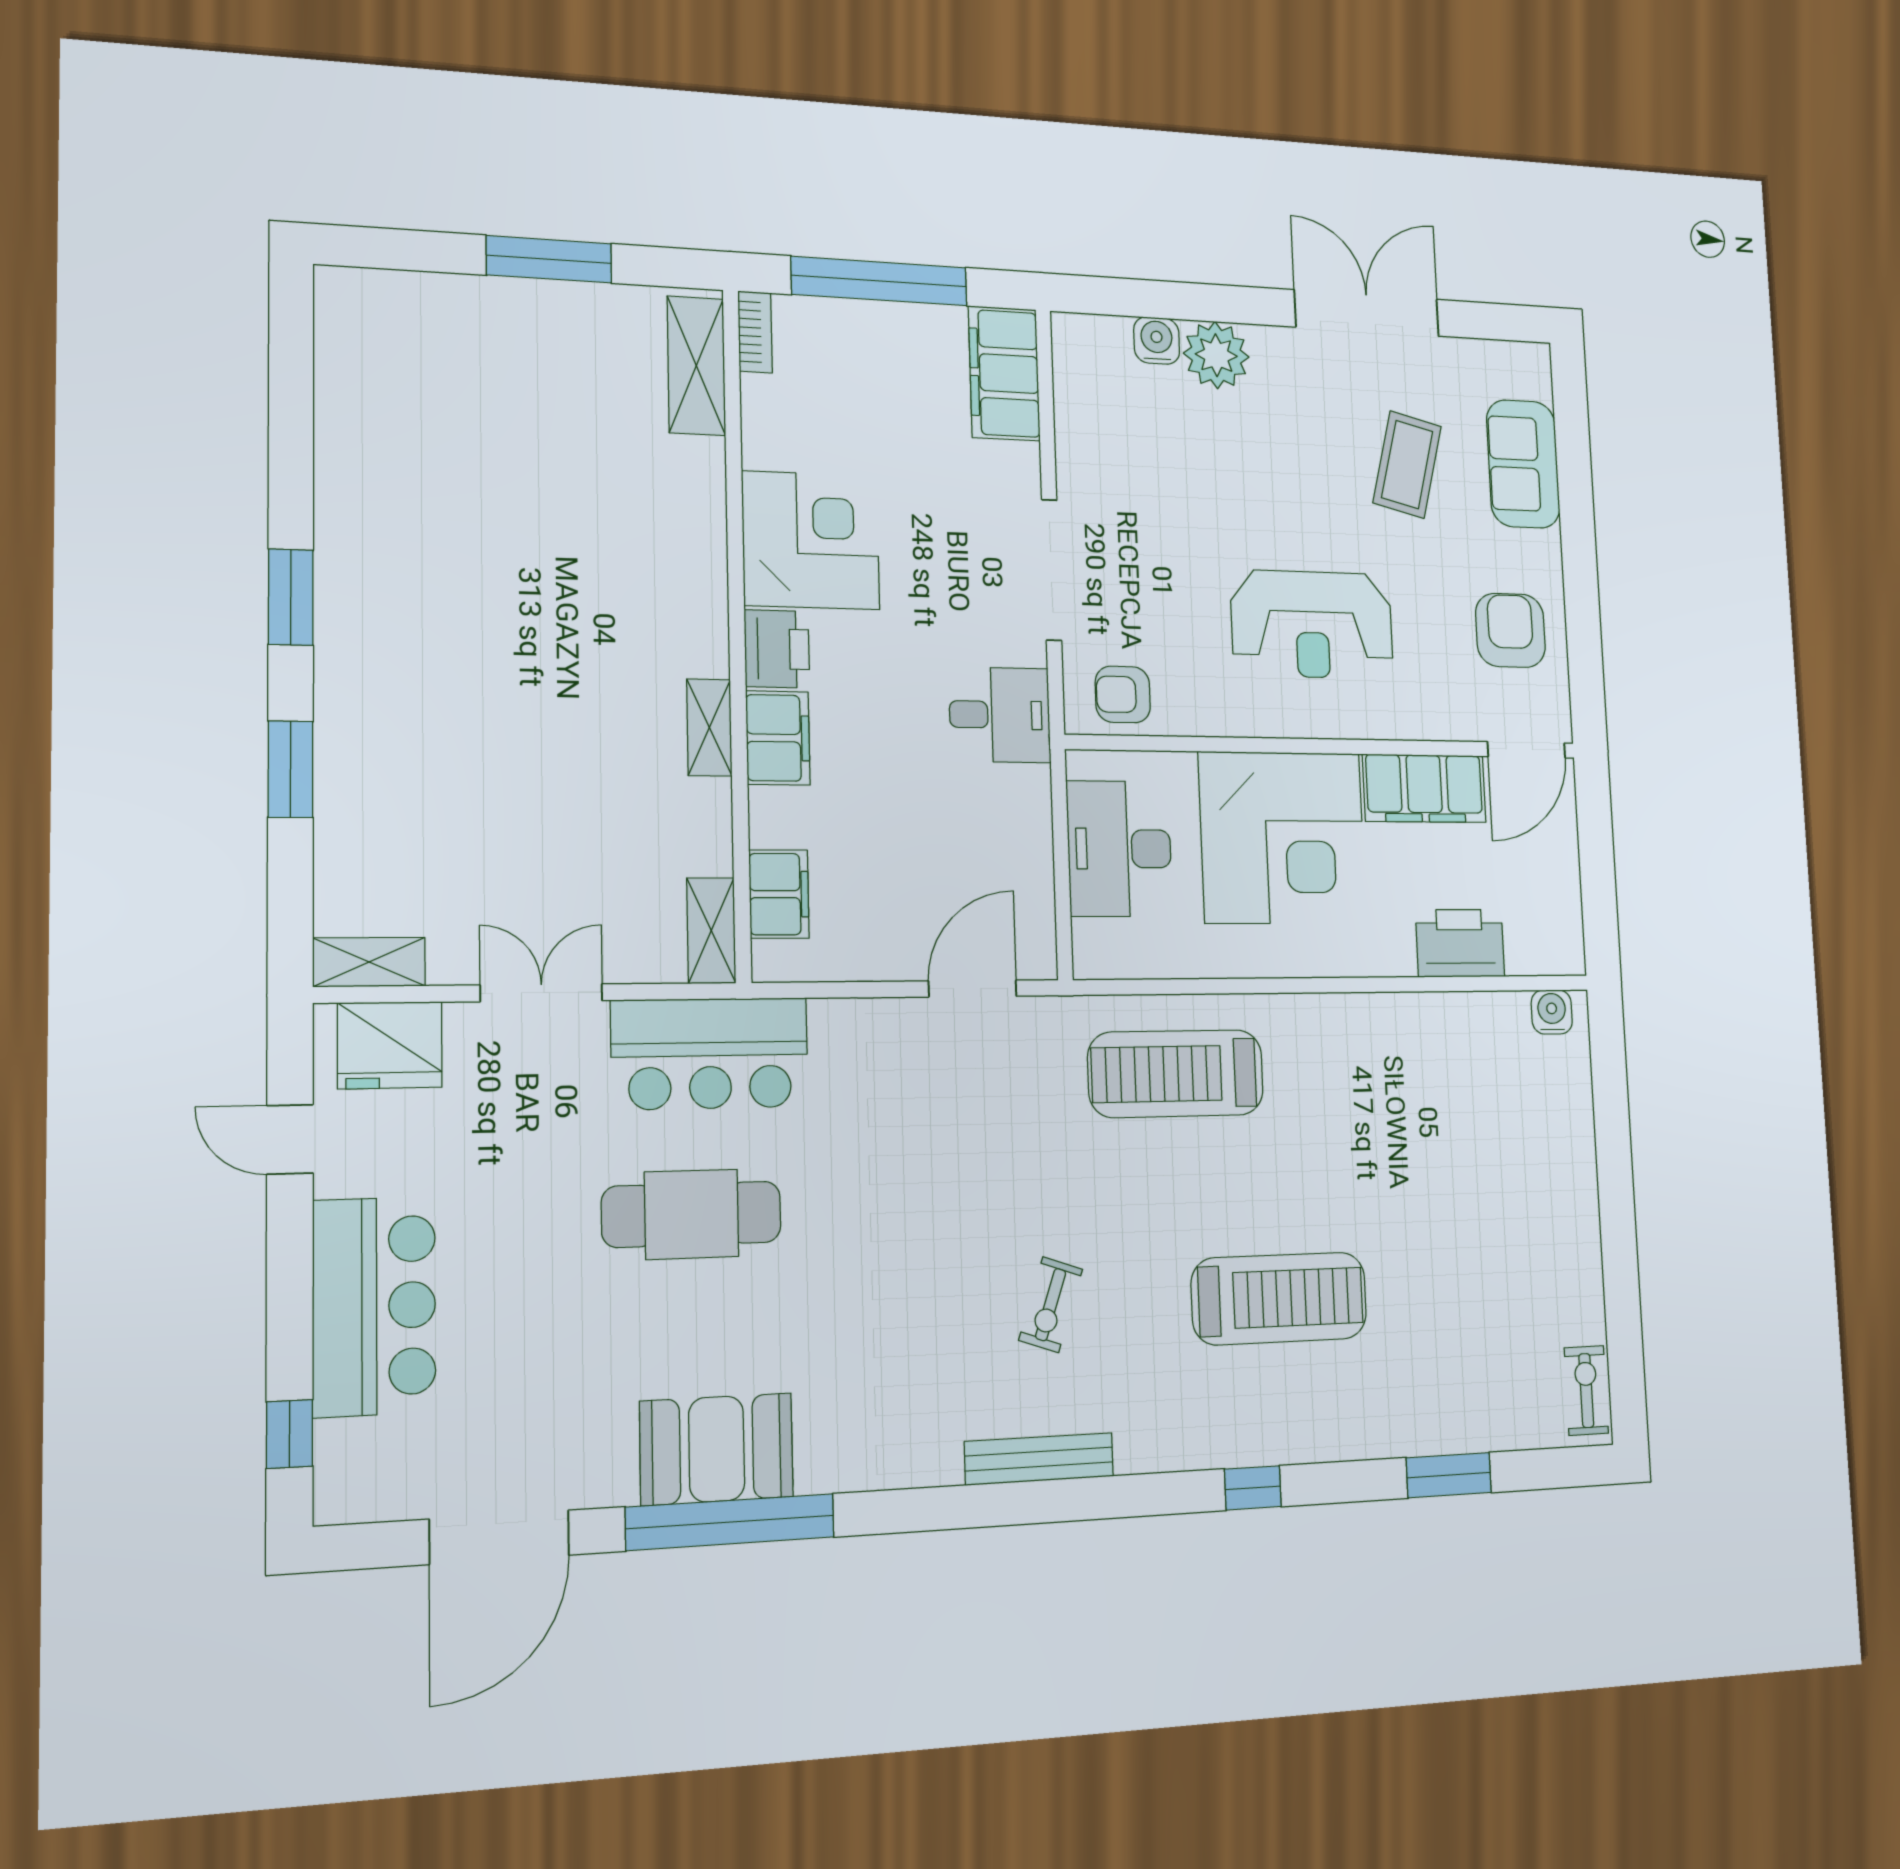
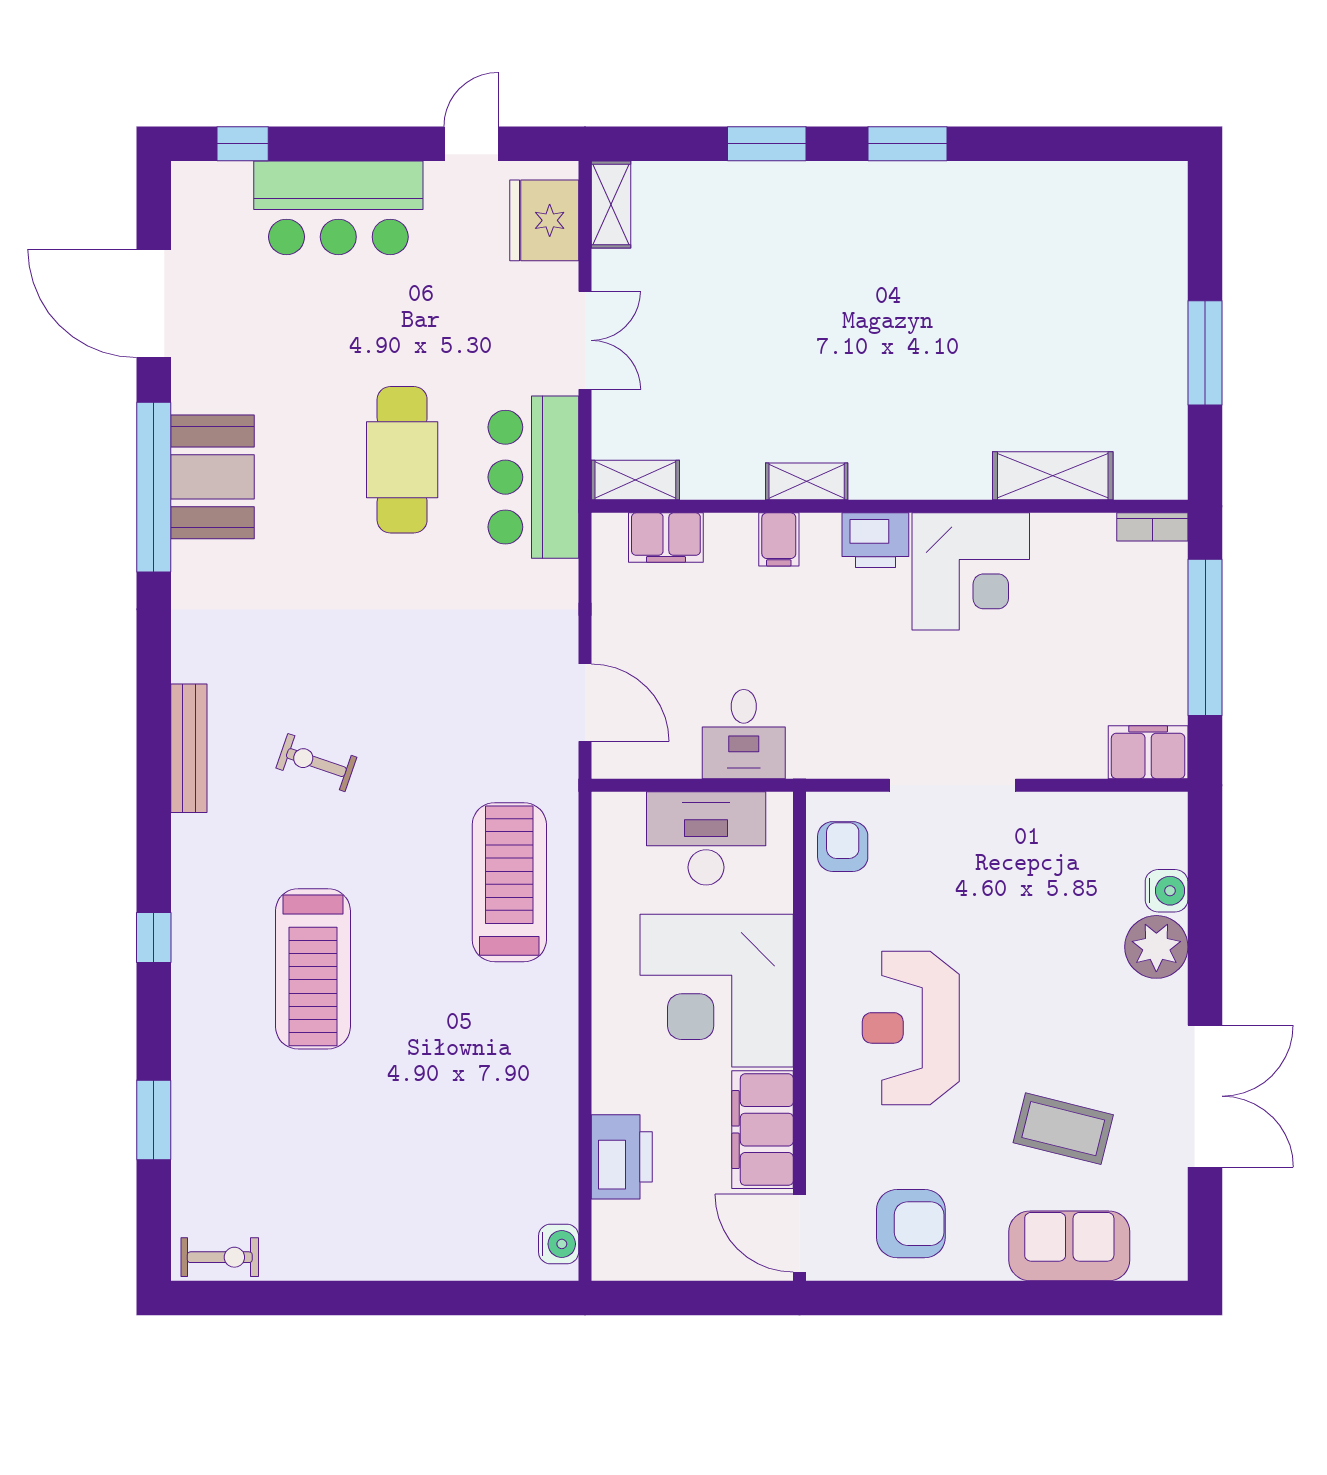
shelving: (696, 366) -> (1053, 476), moved
filing cabinet: (1004, 373) -> (1148, 752), width x0.67, depth x0.86
desk: (1000, 715) -> (744, 734), moved
filing cabinet: (778, 738) -> (779, 539), width x0.50

